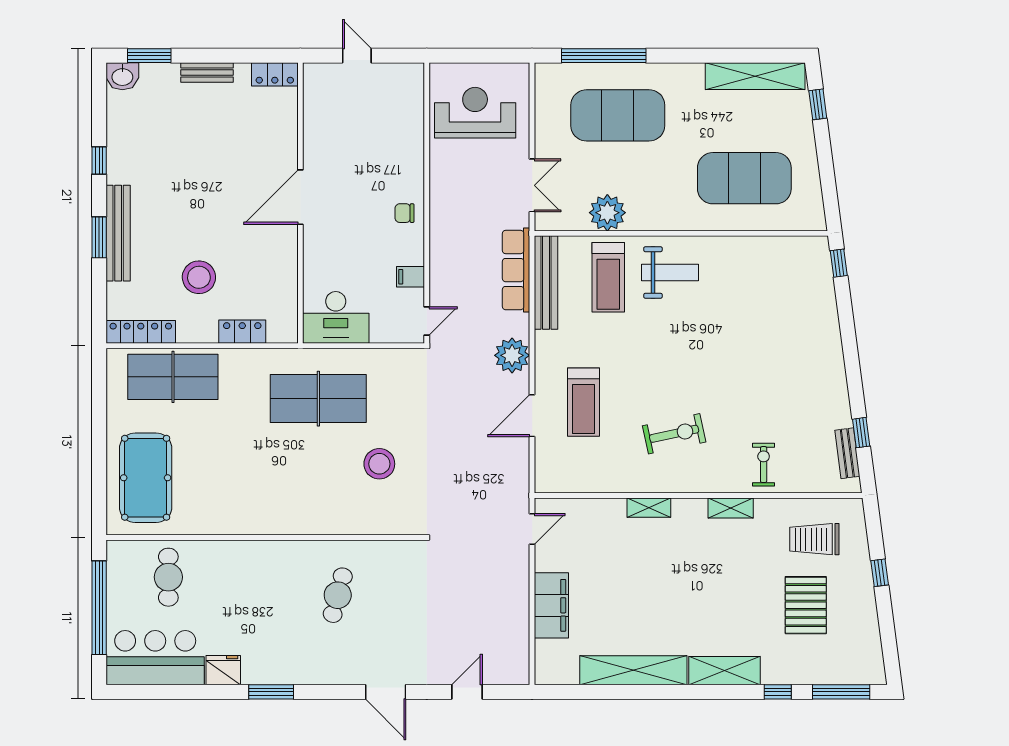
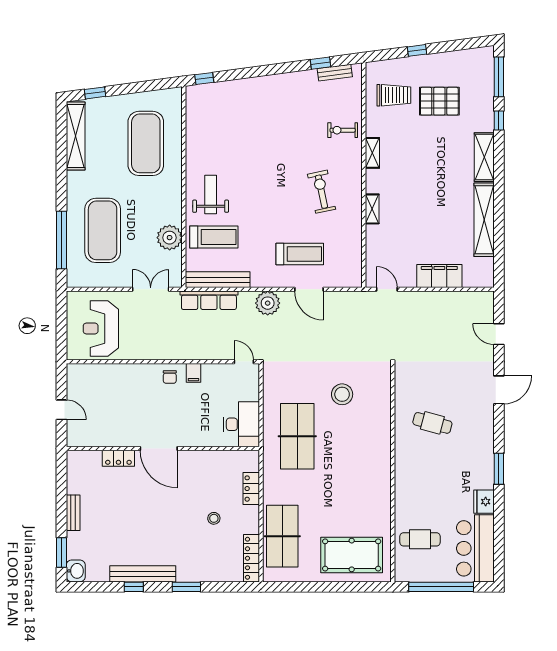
door: (357, 56) -> (61, 410), swing flipped
locker: (275, 74) -> (118, 458), moved, turned 90
bench: (118, 233) -> (143, 574), moved
stool: (199, 277) -> (214, 518), width x0.53, depth x0.53
filing cabinet: (410, 277) -> (193, 373), moved
trolley: (814, 539) -> (394, 95), turned -90

